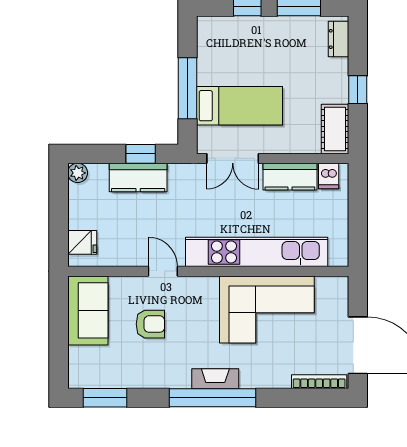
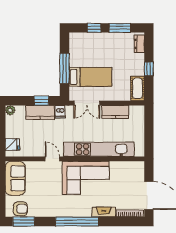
dishwasher: (329, 176) -> (60, 112), moved
corner sofa: (267, 309) -> (86, 178), moved
armchair: (150, 324) -> (20, 209), moved
fireplace: (215, 379) -> (104, 212), moved

